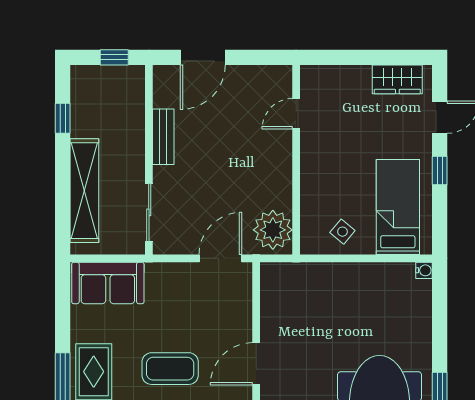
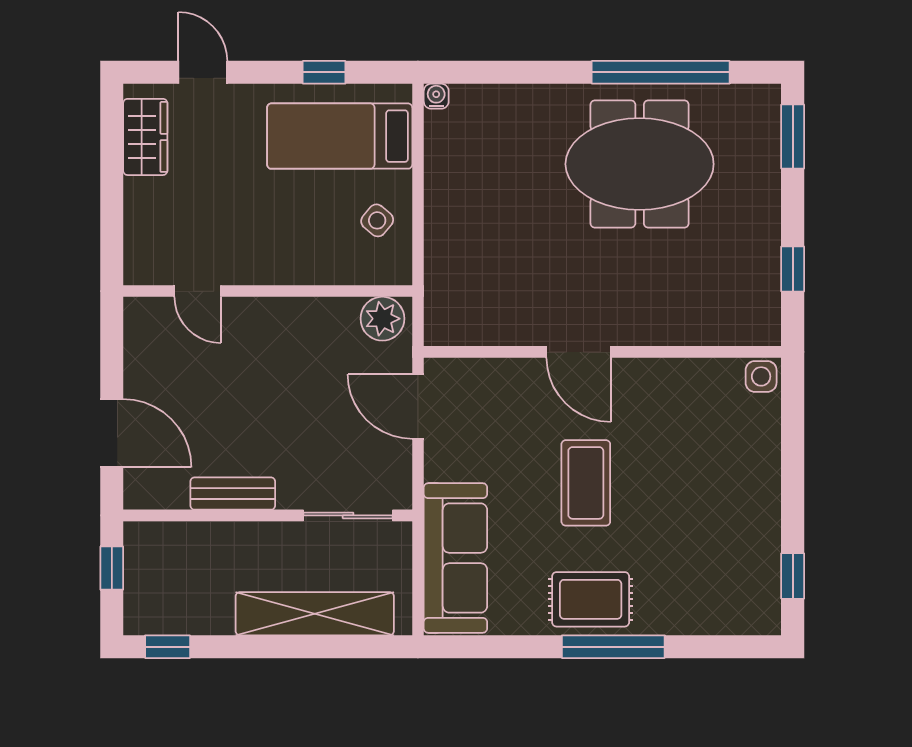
window: (63, 118) -> (168, 647), moved
window: (440, 171) -> (324, 72), moved
plant: (273, 230) -> (382, 319), width x0.73, depth x0.73
sofa: (108, 283) -> (455, 558), width x1.36

